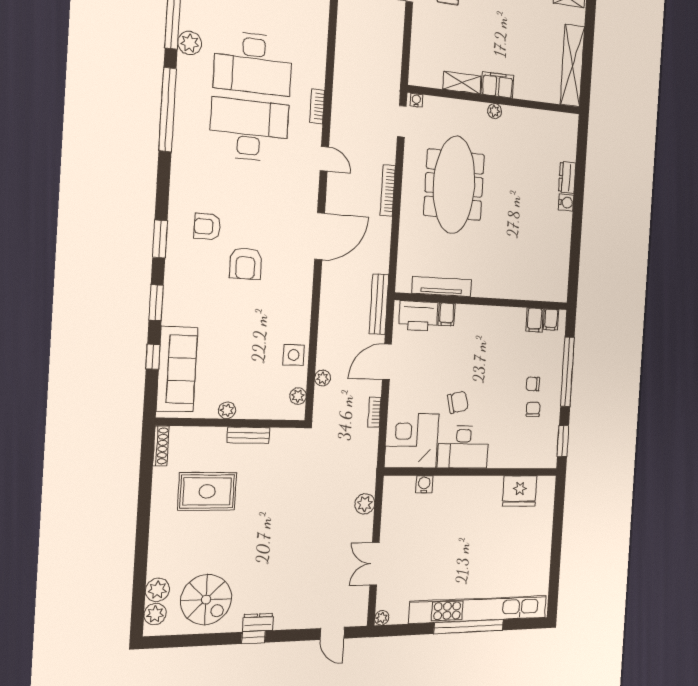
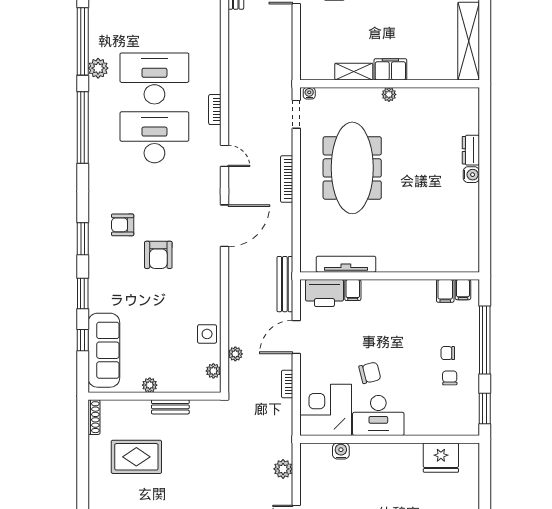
desk: (253, 63) -> (154, 78), turned 180

